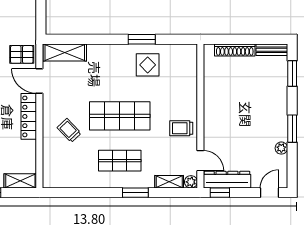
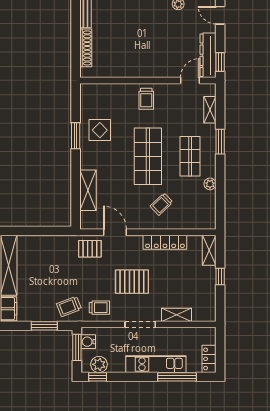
shelving: (65, 52) -> (88, 190), moved
pallet: (22, 54) -> (90, 249), turned 90
door: (39, 81) -> (115, 232), swing flipped
locker: (29, 116) -> (165, 242), moved
trolley: (181, 128) -> (146, 99), moved
plant: (191, 182) -> (210, 184), moved

